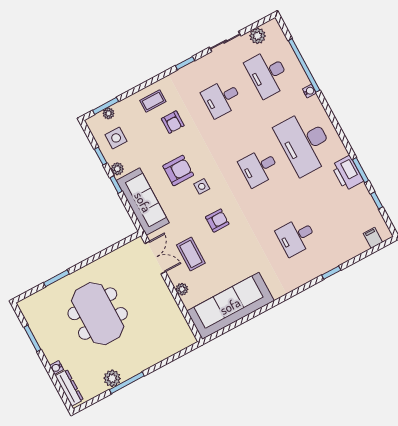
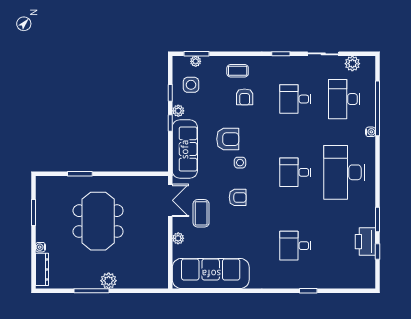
printer: (347, 173) -> (365, 242), moved
filing cabinet: (373, 238) -> (358, 281), removed
plant: (112, 378) -> (109, 281), moved

